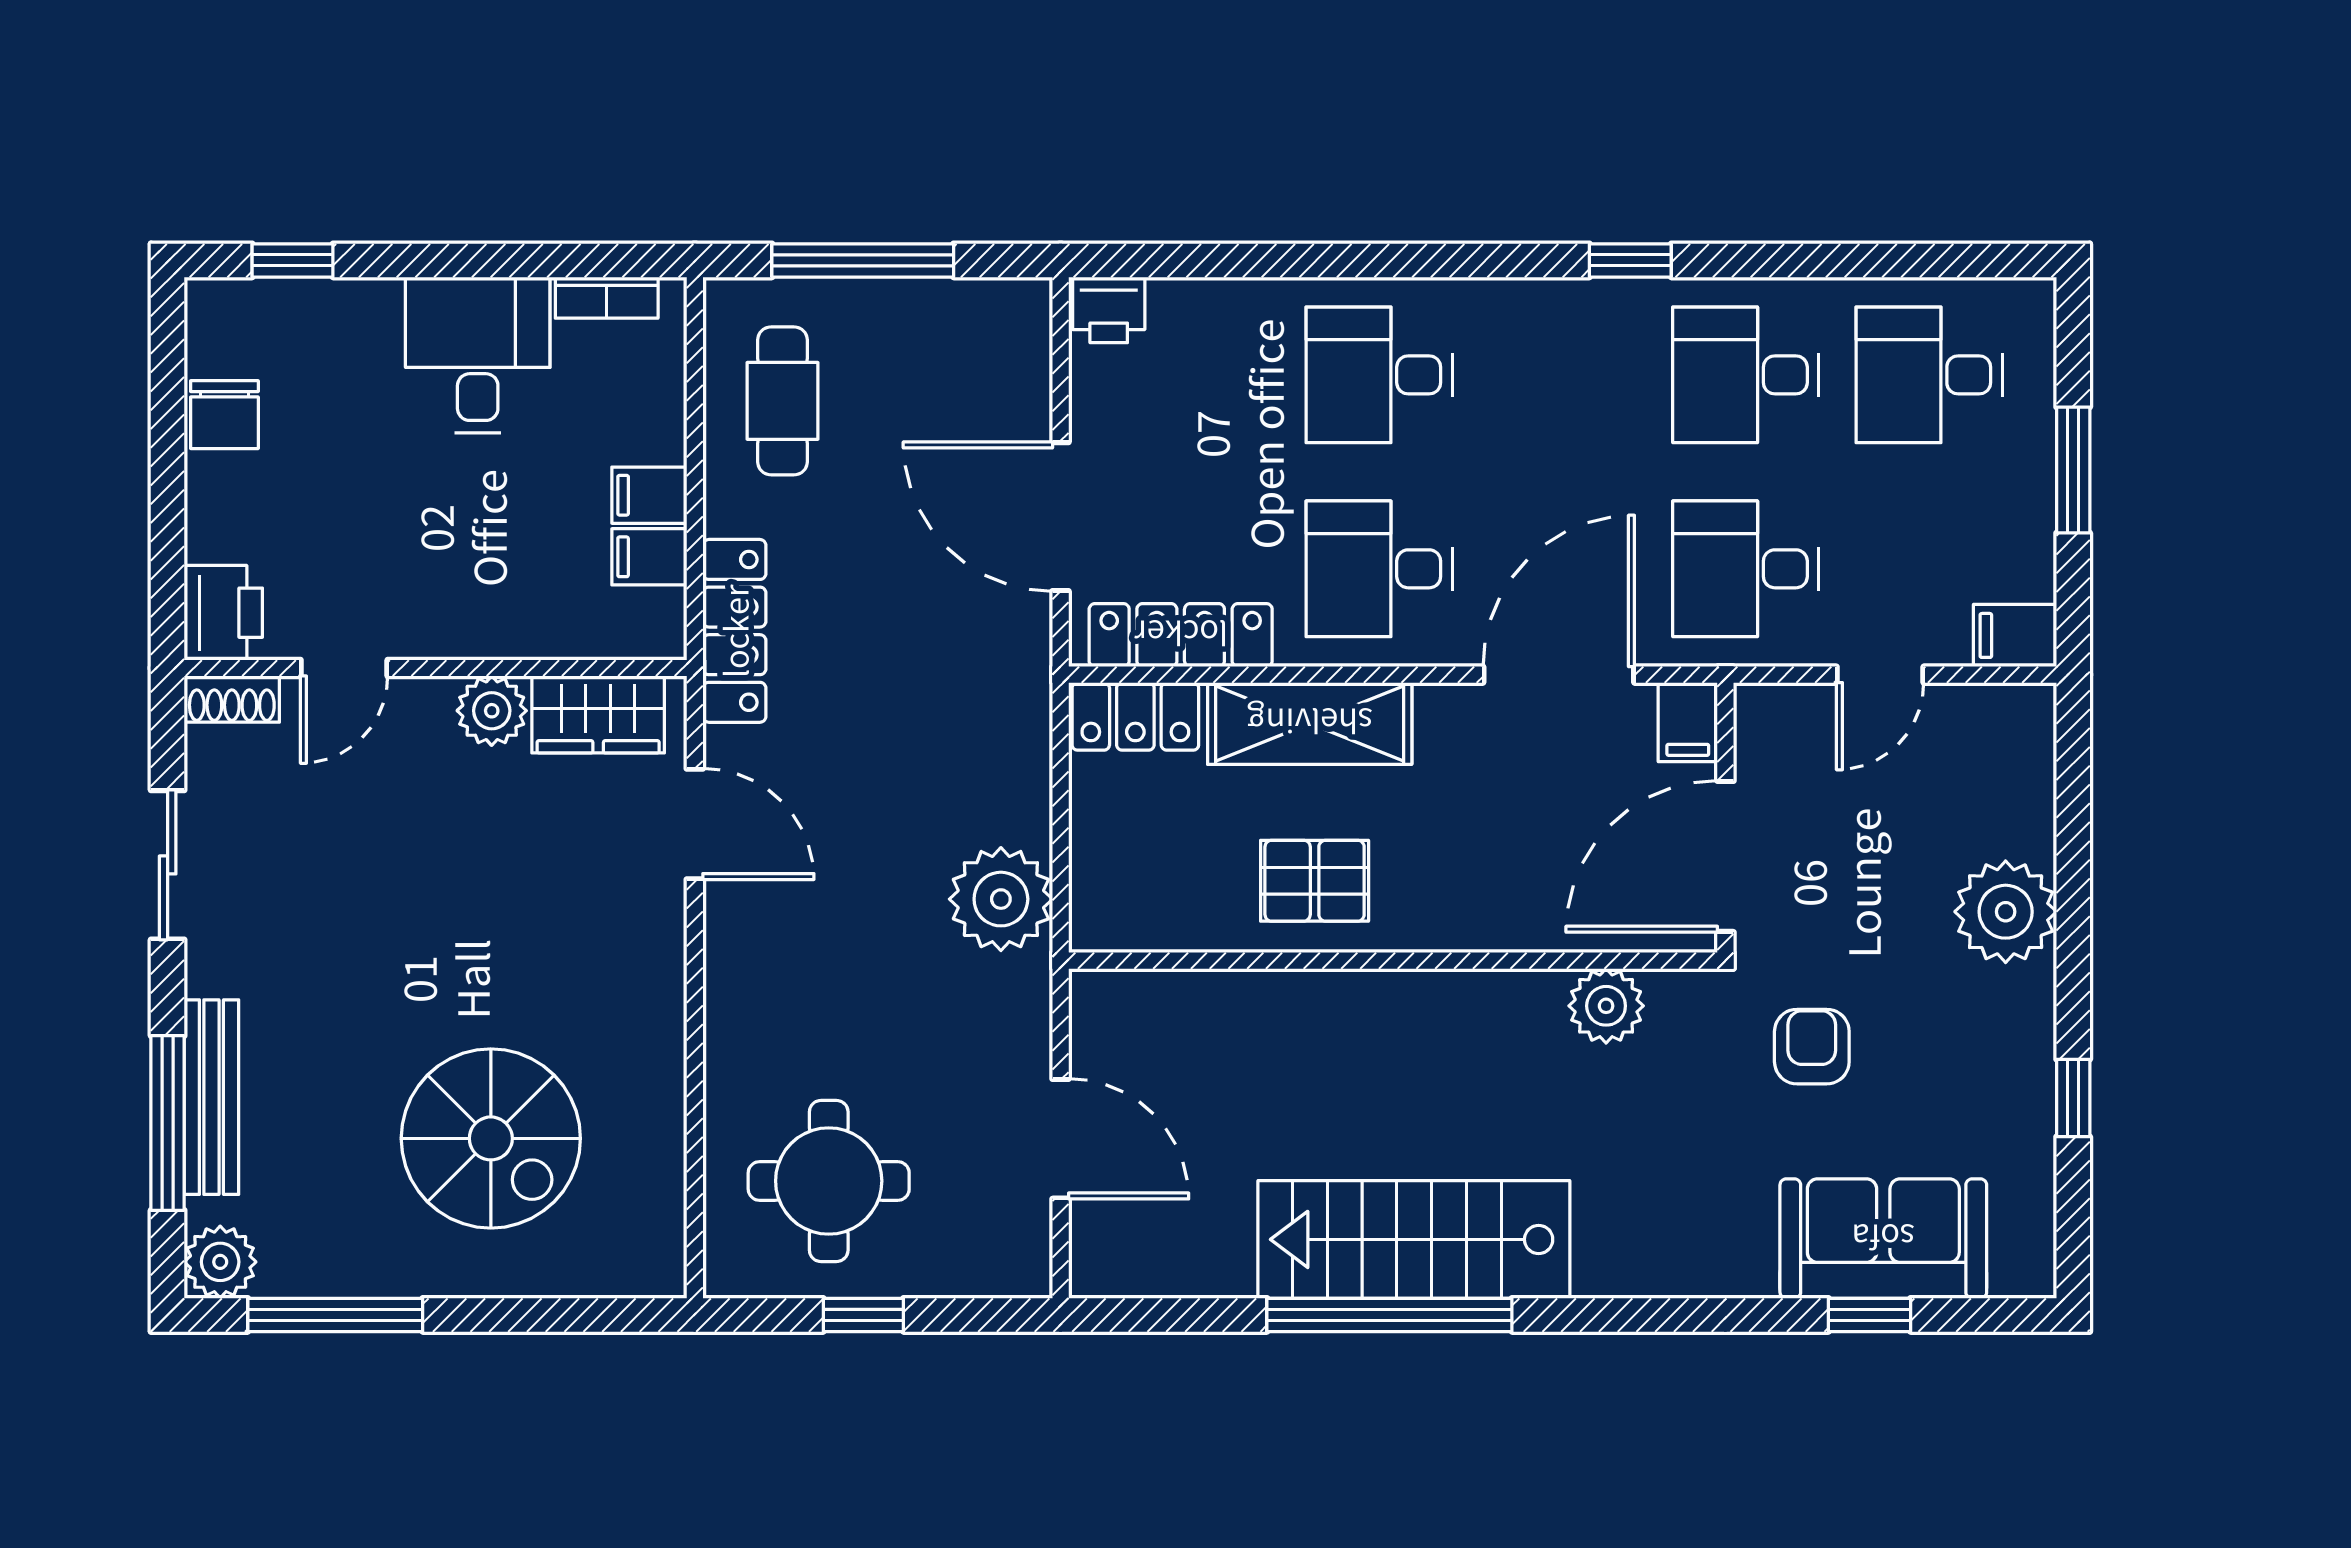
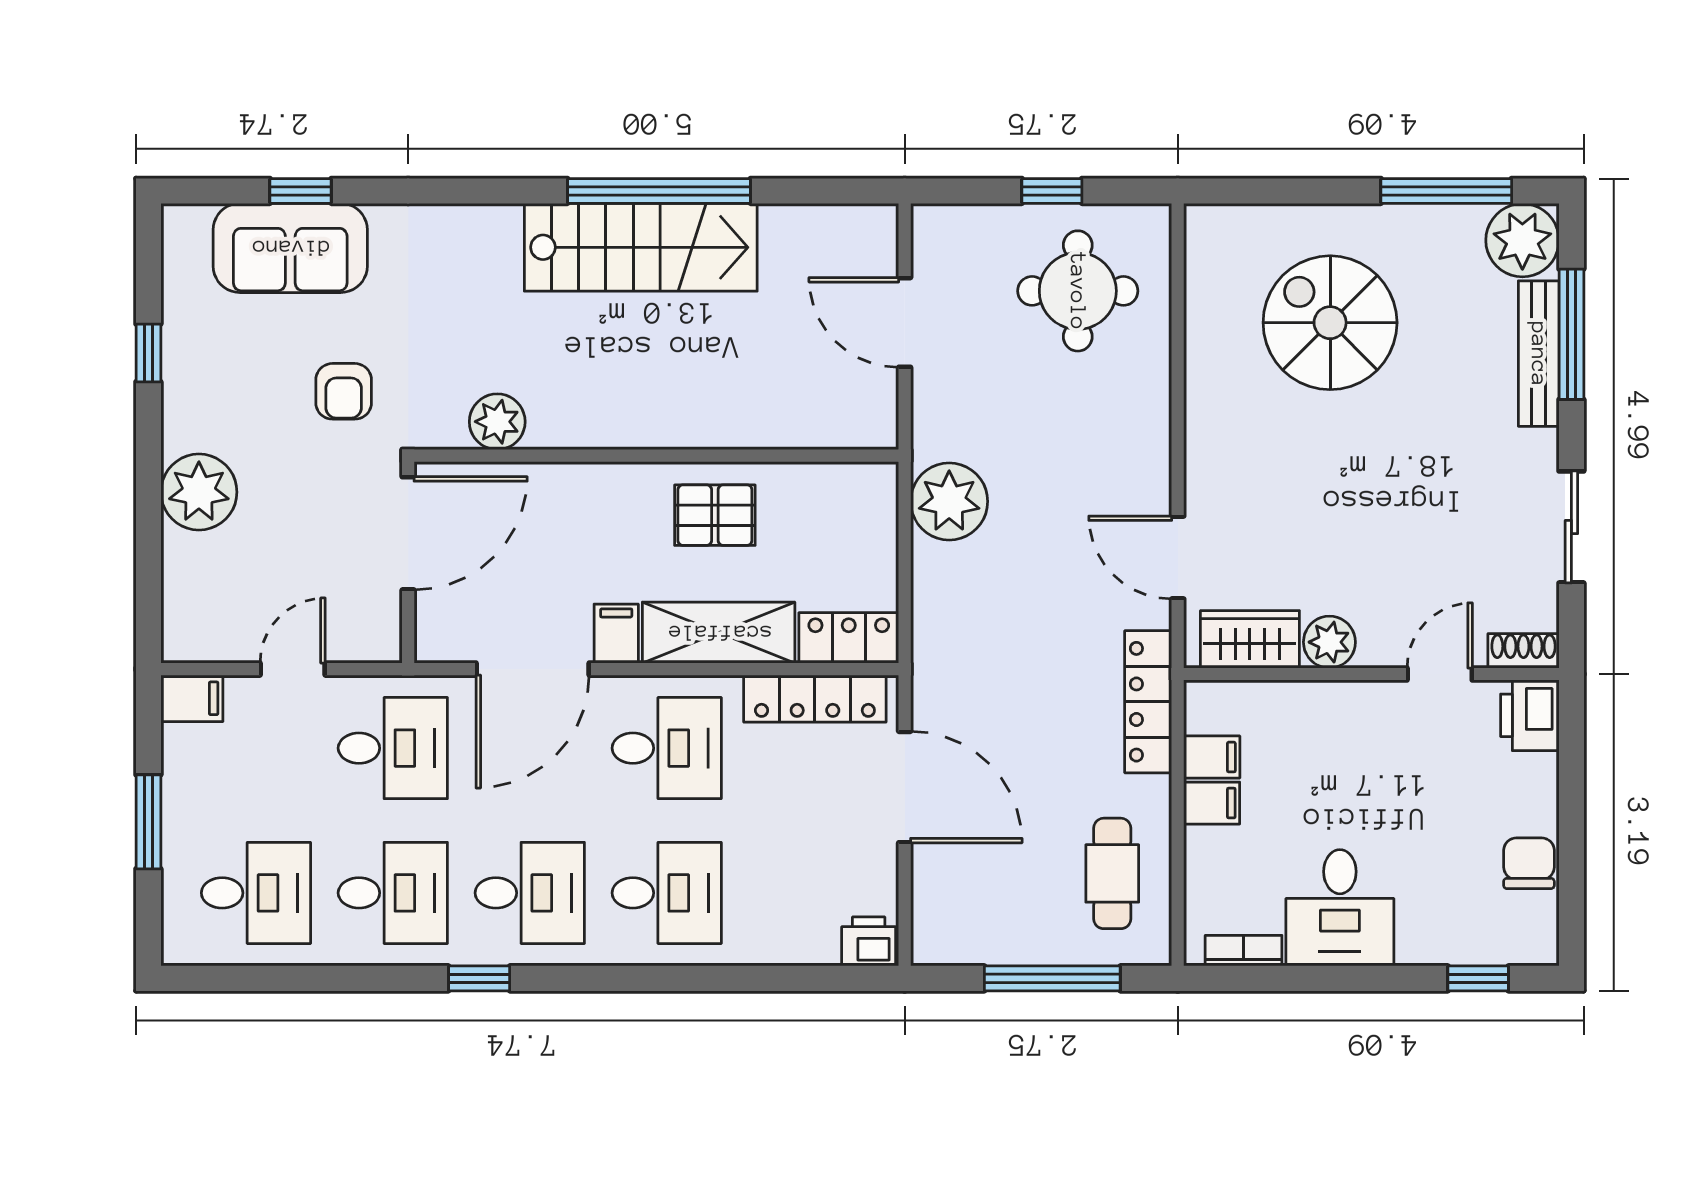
desk: (1563, 375) -> (530, 893), added
filing cabinet: (1688, 722) -> (616, 634), moved
plant: (220, 1262) -> (1522, 240), width x1.36, depth x1.36

